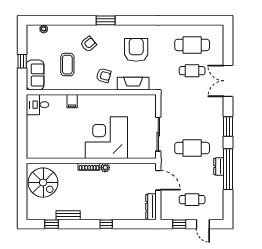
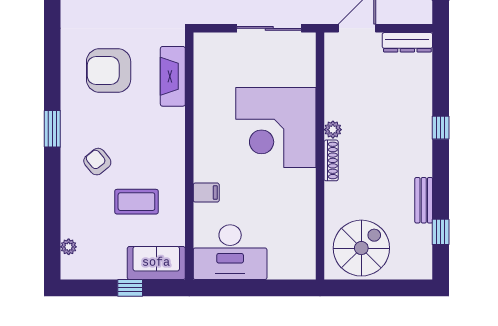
armchair: (104, 75) -> (157, 133), removed
desk: (37, 105) -> (230, 252), width x1.87, depth x1.30

